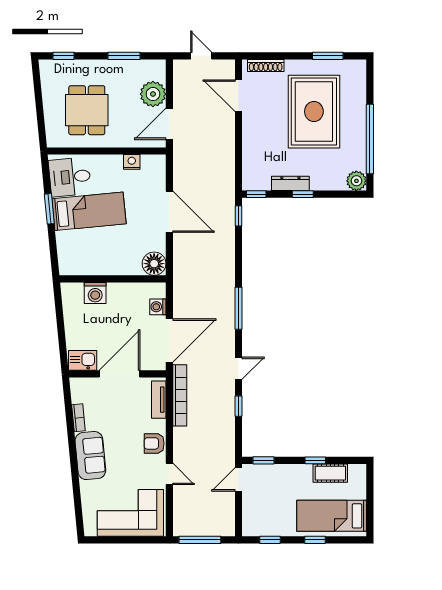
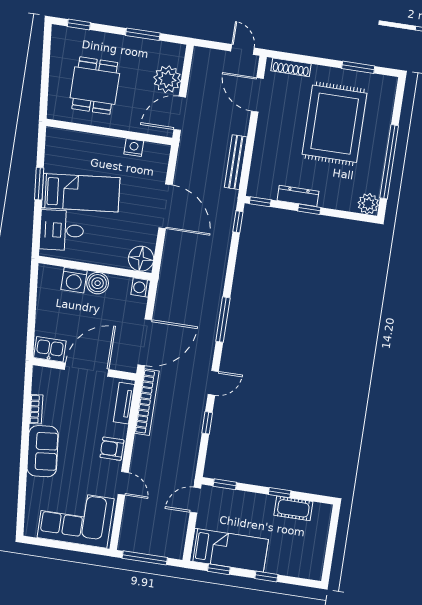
door: (201, 56) -> (243, 50), moved
bench: (228, 161) -> (236, 162), added
desk: (70, 177) -> (62, 230), moved
boiler: (117, 292) -> (98, 283), added
washing machine: (158, 307) -> (141, 287), moved
bed: (332, 516) -> (229, 550), moved, turned 180

